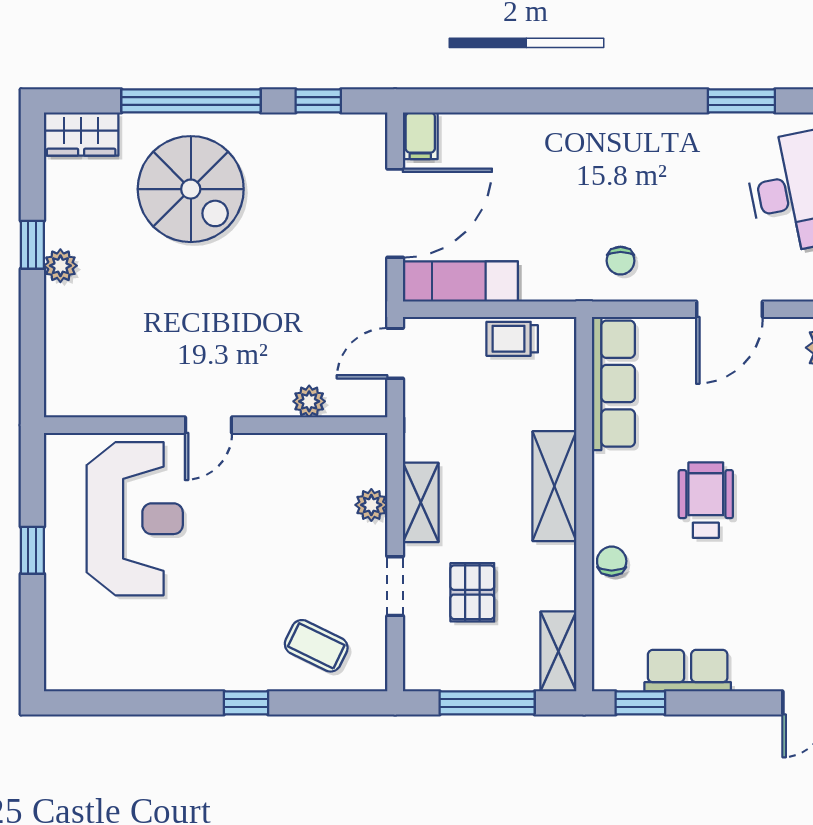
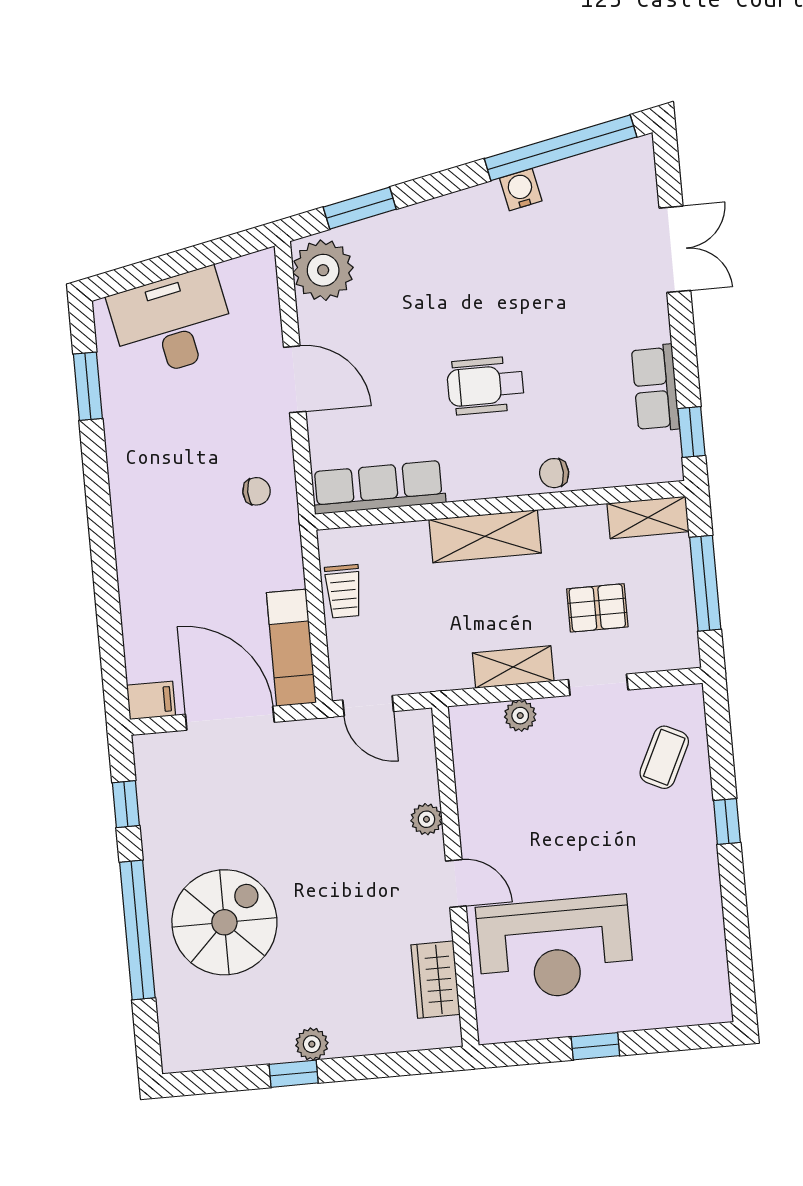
wardrobe: (81, 134) -> (435, 980), moved, turned 180
plant: (309, 401) -> (426, 819), moved
reception desk: (135, 519) -> (555, 948), turned 180

